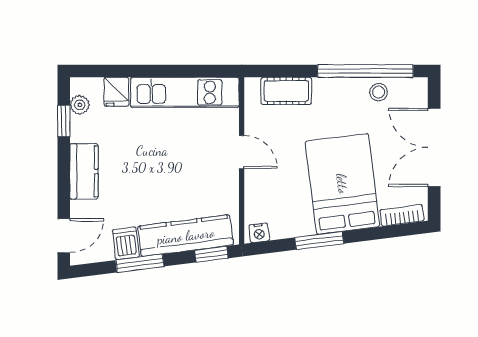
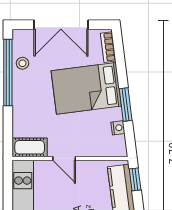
cot: (286, 91) -> (30, 147), moved, turned 90
door: (242, 152) -> (64, 158), swing flipped
nightstand: (259, 233) -> (118, 128), moved

